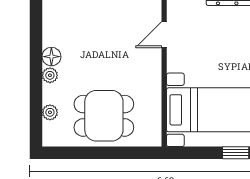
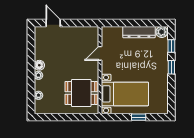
dining table: (104, 116) -> (81, 93), moved

